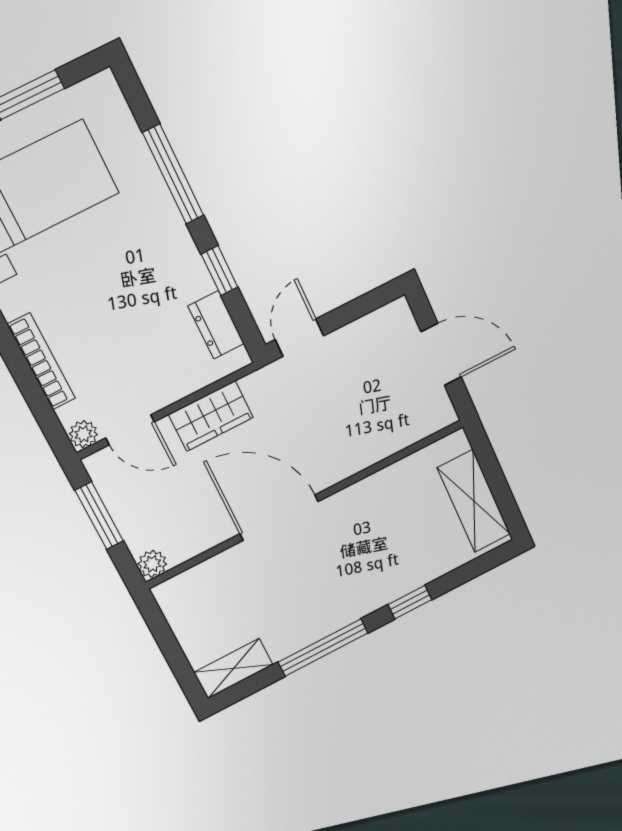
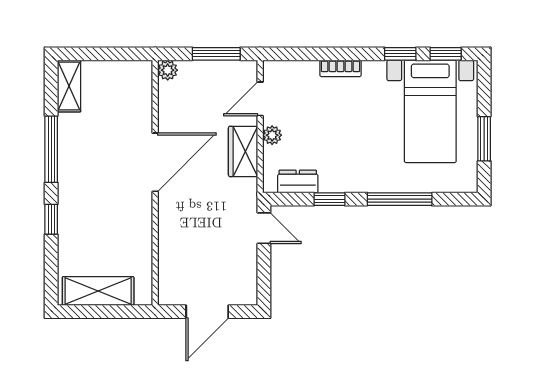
bookcase: (41, 361) -> (340, 68), width x0.64
plant: (83, 434) -> (272, 135), moved

